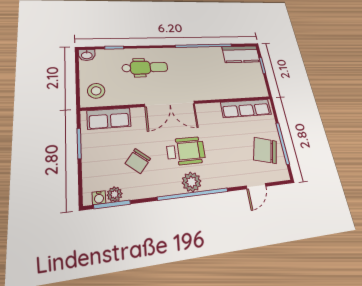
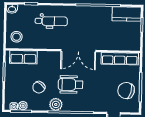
double door: (170, 104) -> (78, 51), moved
wheelchair: (186, 151) -> (71, 84), turned 180
plant: (192, 182) -> (56, 104), moved

